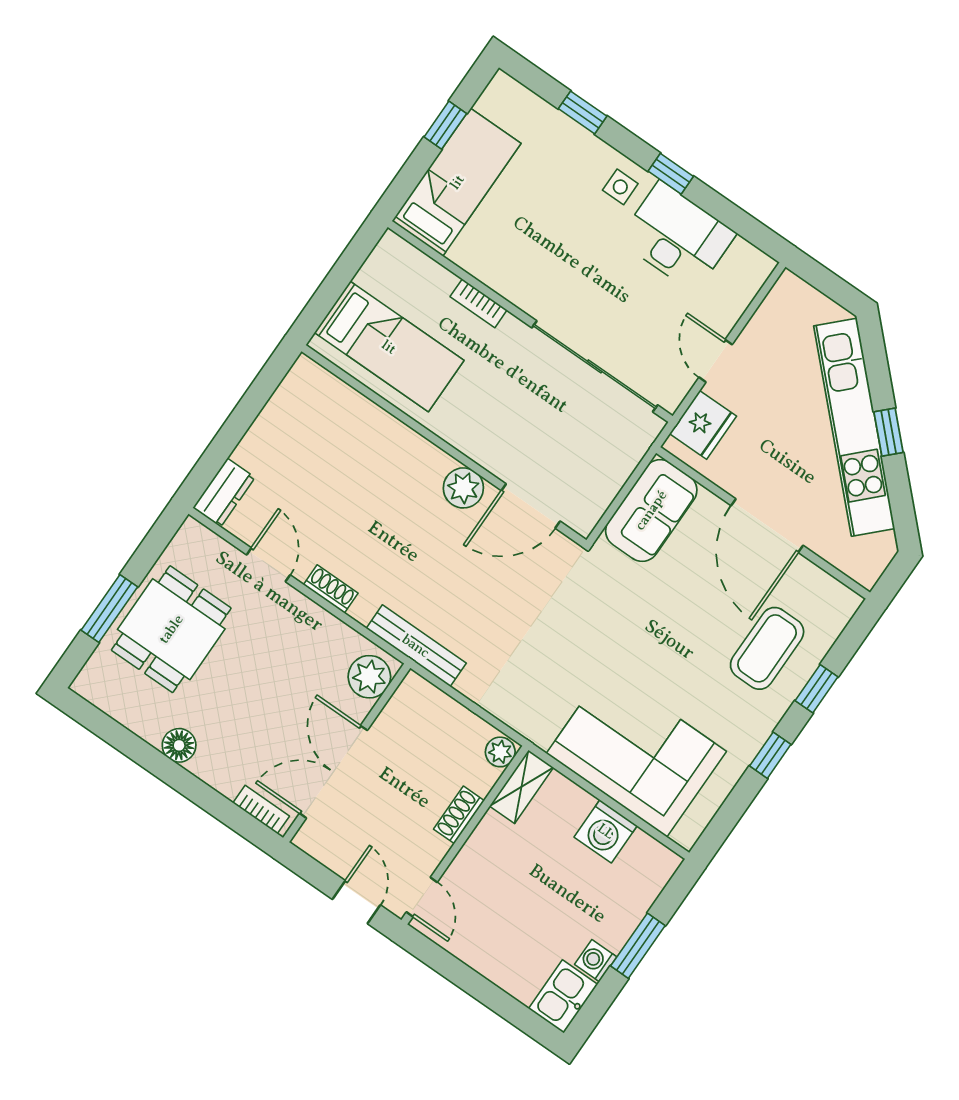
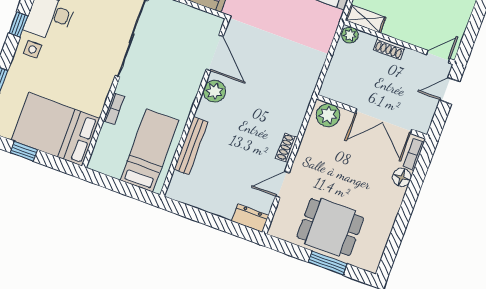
bed: (457, 182) -> (56, 129), width x1.50
bench: (416, 646) -> (191, 146), moved
floor lamp: (179, 745) -> (402, 177), moved

